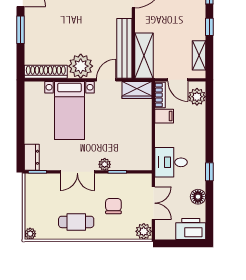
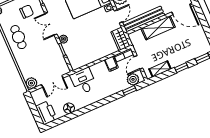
shelving: (144, 56) -> (158, 28), moved
door: (106, 80) -> (118, 16), hinge flipped
window: (209, 172) -> (129, 90), moved
chair: (113, 206) -> (27, 12), moved

